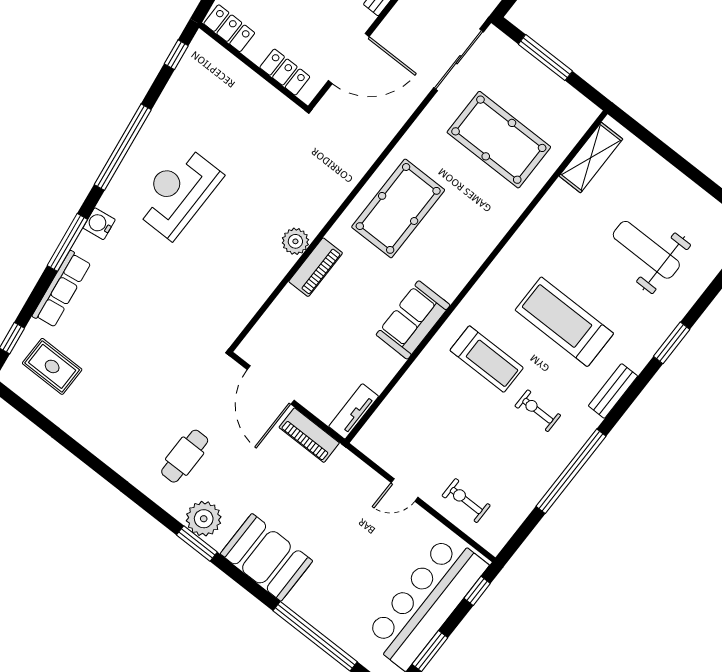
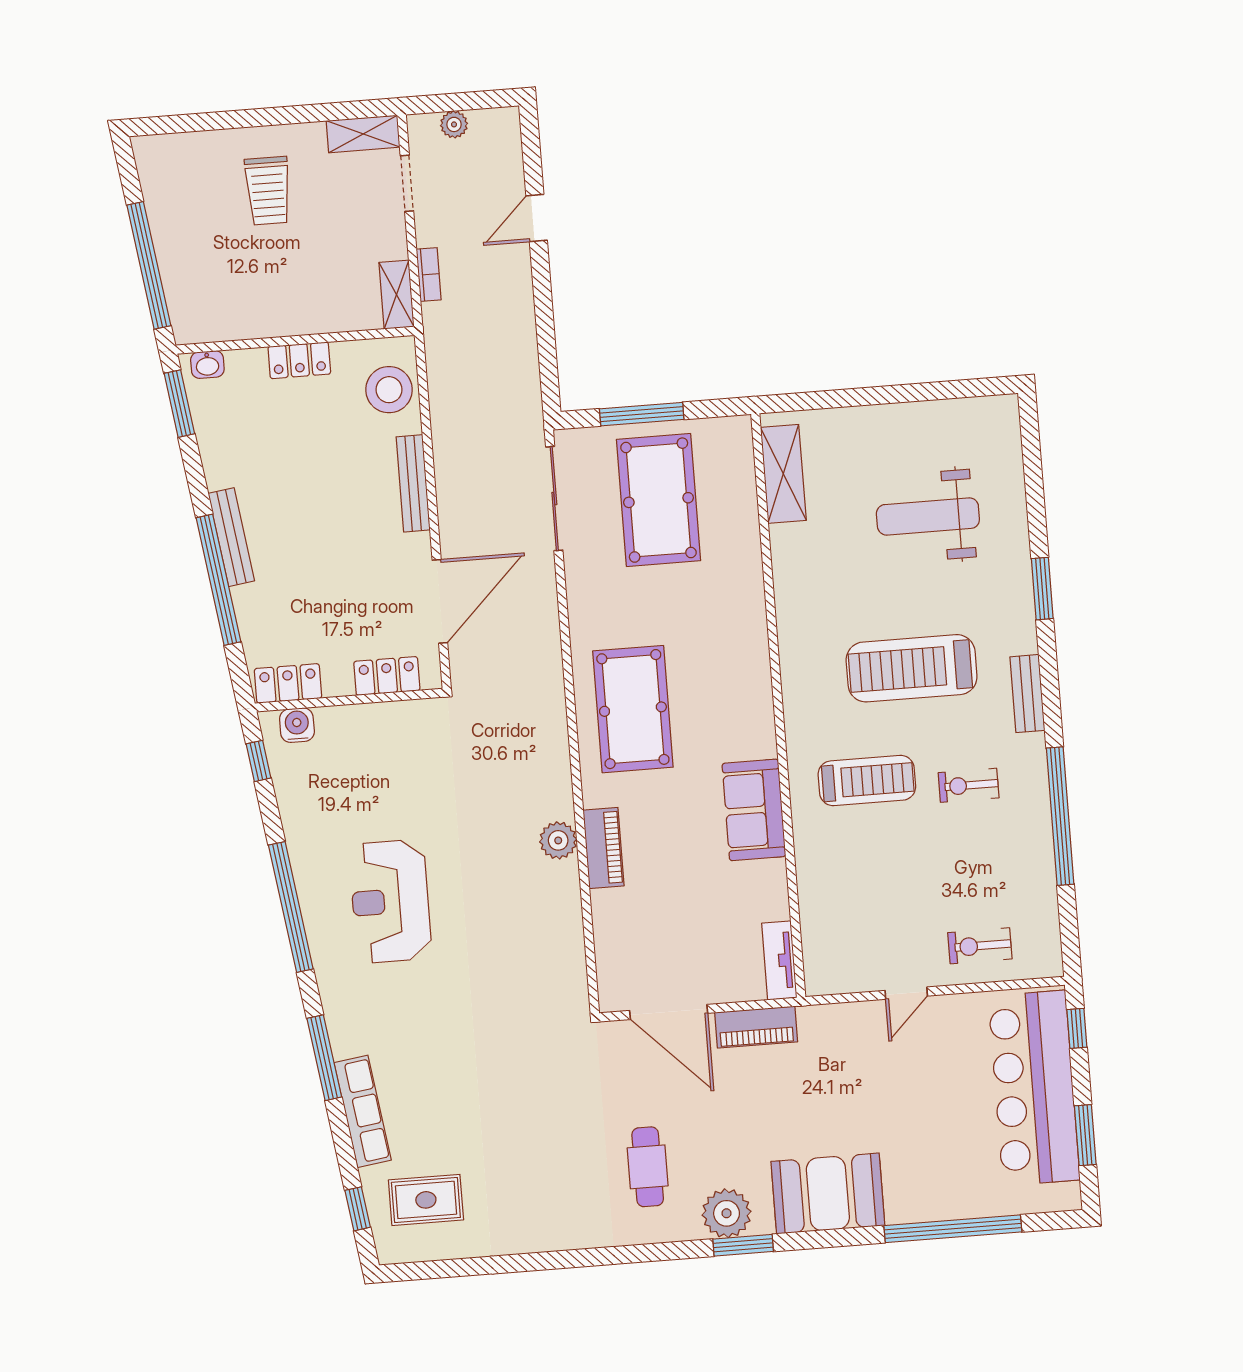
pool table: (499, 140) -> (658, 500), moved, turned 90
water cooler: (99, 224) -> (297, 725), moved, turned 98

